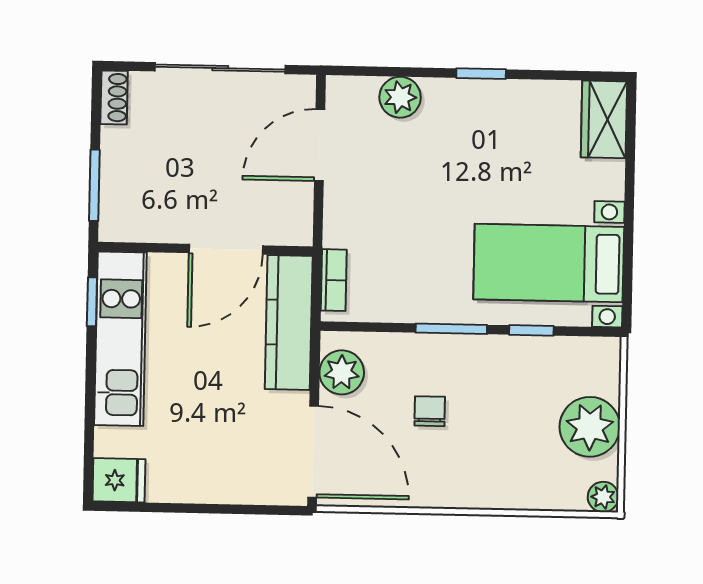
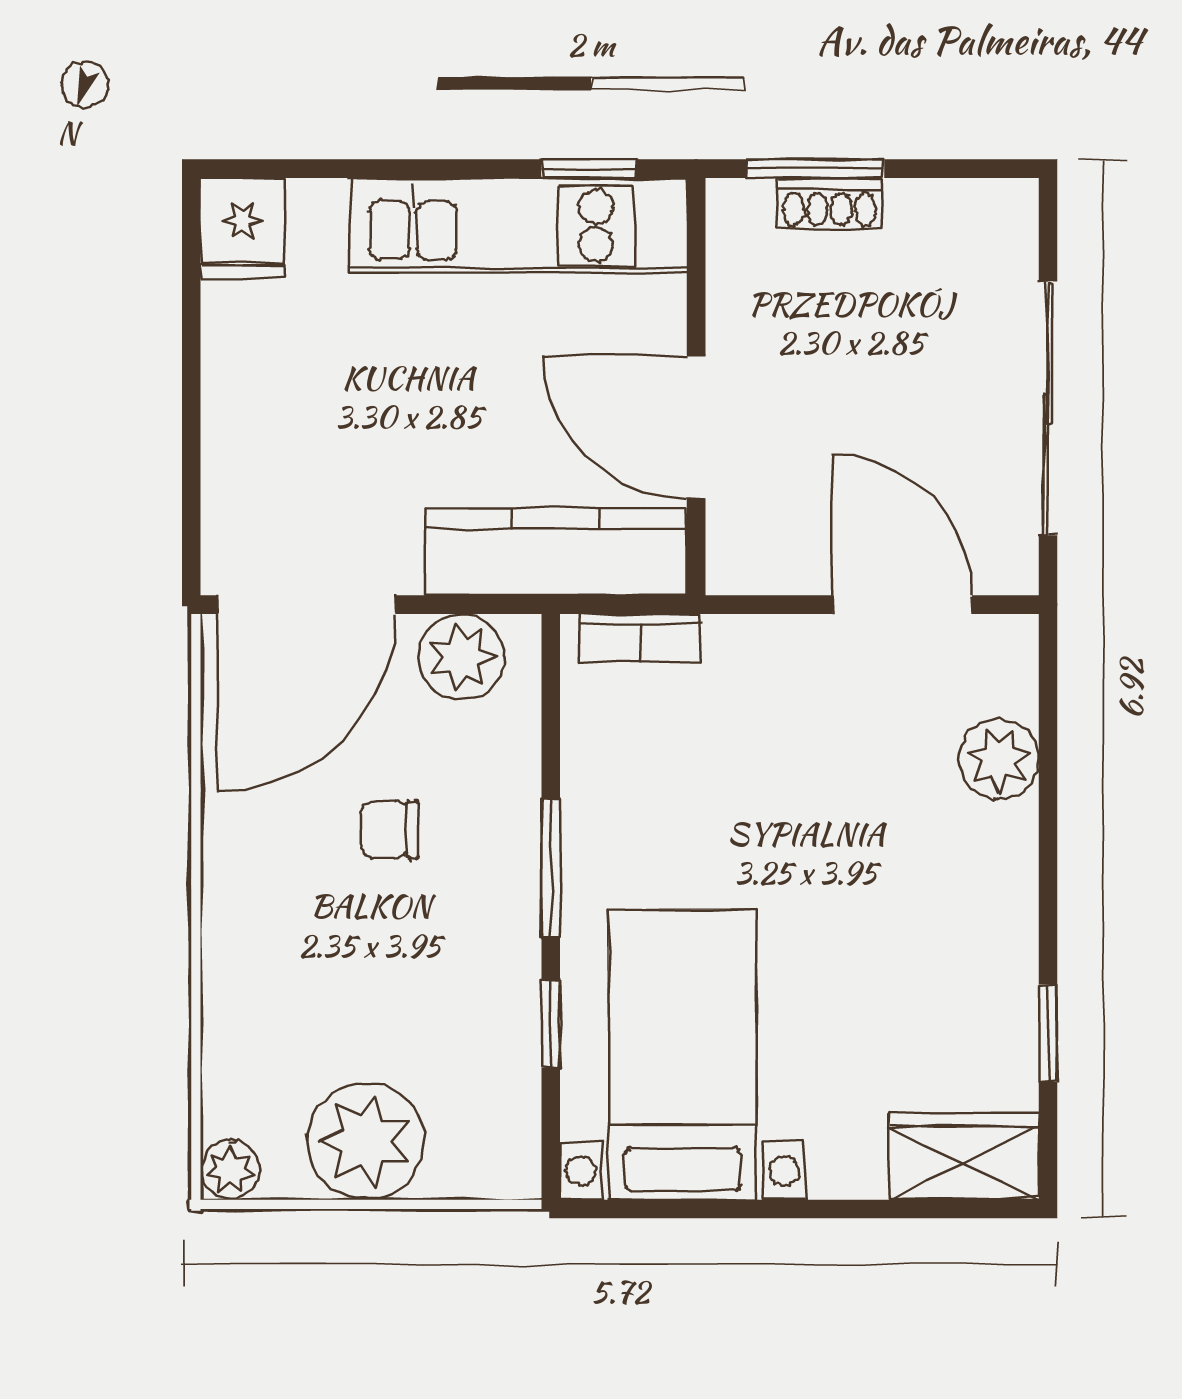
window: (481, 74) -> (1048, 1033), moved
shoe rack: (114, 97) -> (830, 203), moved
chair: (430, 411) -> (390, 830), turned 180

